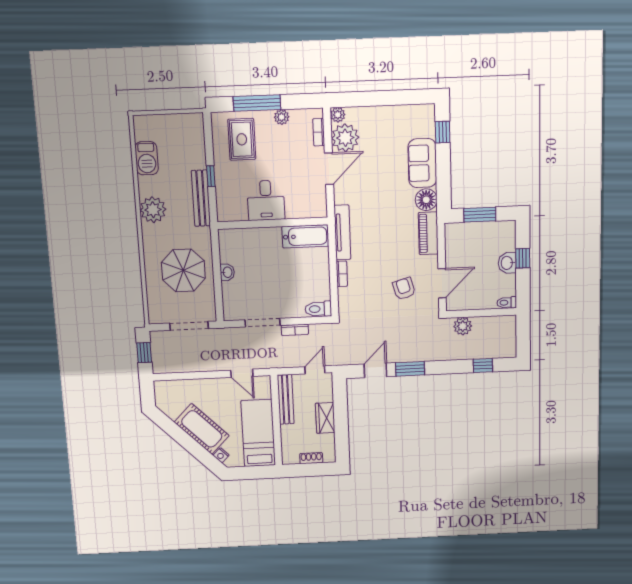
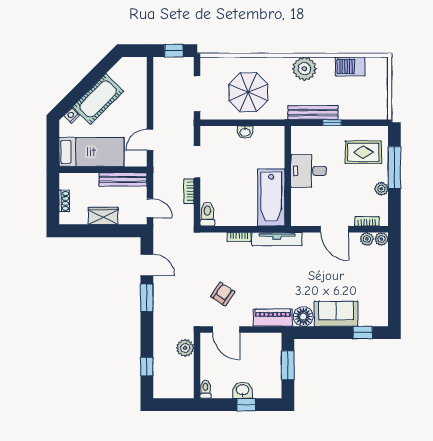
plant: (345, 138) -> (367, 239), width x0.53, depth x0.53
bathtub: (305, 236) -> (271, 197), width x1.36, depth x1.36
armchair: (404, 289) -> (223, 294), turned -40

